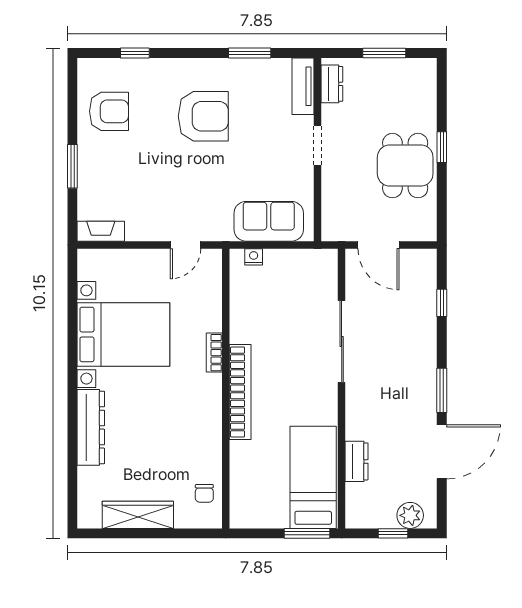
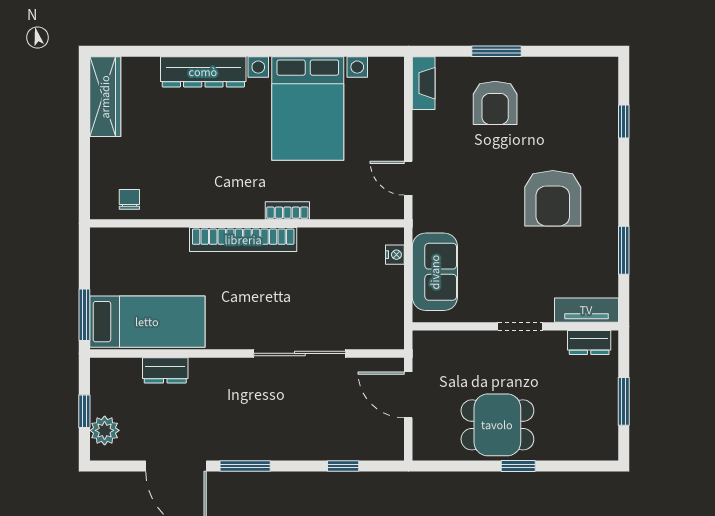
armchair: (109, 111) -> (495, 103), moved
door: (378, 245) -> (408, 395), hinge flipped
chair: (204, 493) -> (129, 199), turned 90
wardrobe: (138, 515) -> (105, 97), moved

